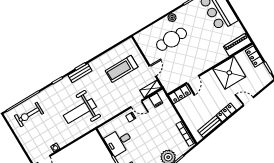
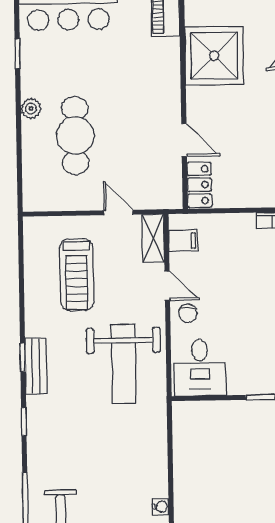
door: (136, 104) -> (167, 286), hinge flipped
weight bench: (80, 111) -> (124, 364), moved
desk: (119, 142) -> (200, 368), moved

